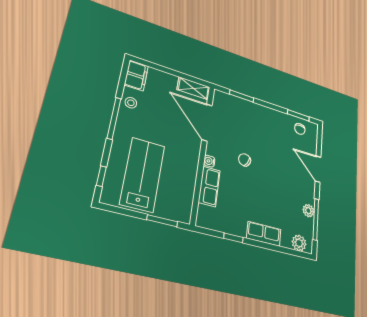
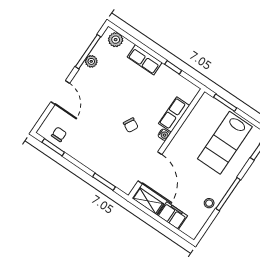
filing cabinet: (136, 75) -> (173, 216), moved, turned 90

